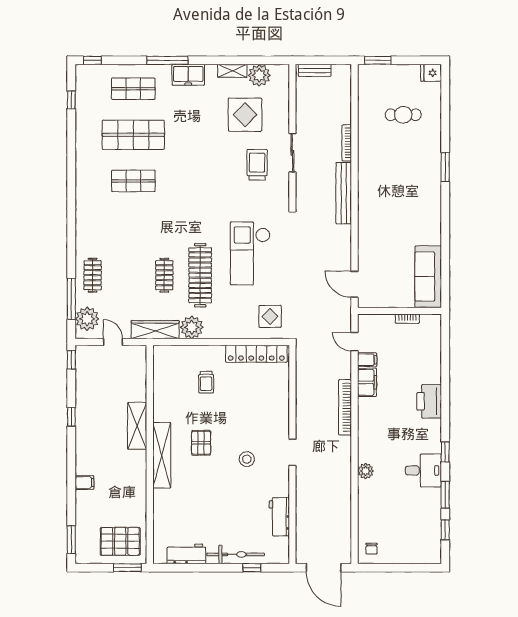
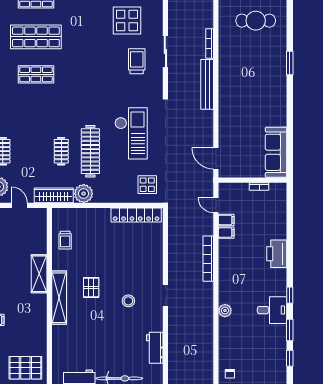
cafe table: (403, 115) -> (256, 21), width x1.37, depth x1.35
checkout: (250, 253) -> (131, 133), turned 180
trolley: (206, 382) -> (65, 240), moved
filing cabinet: (367, 382) -> (226, 233), width x0.50

